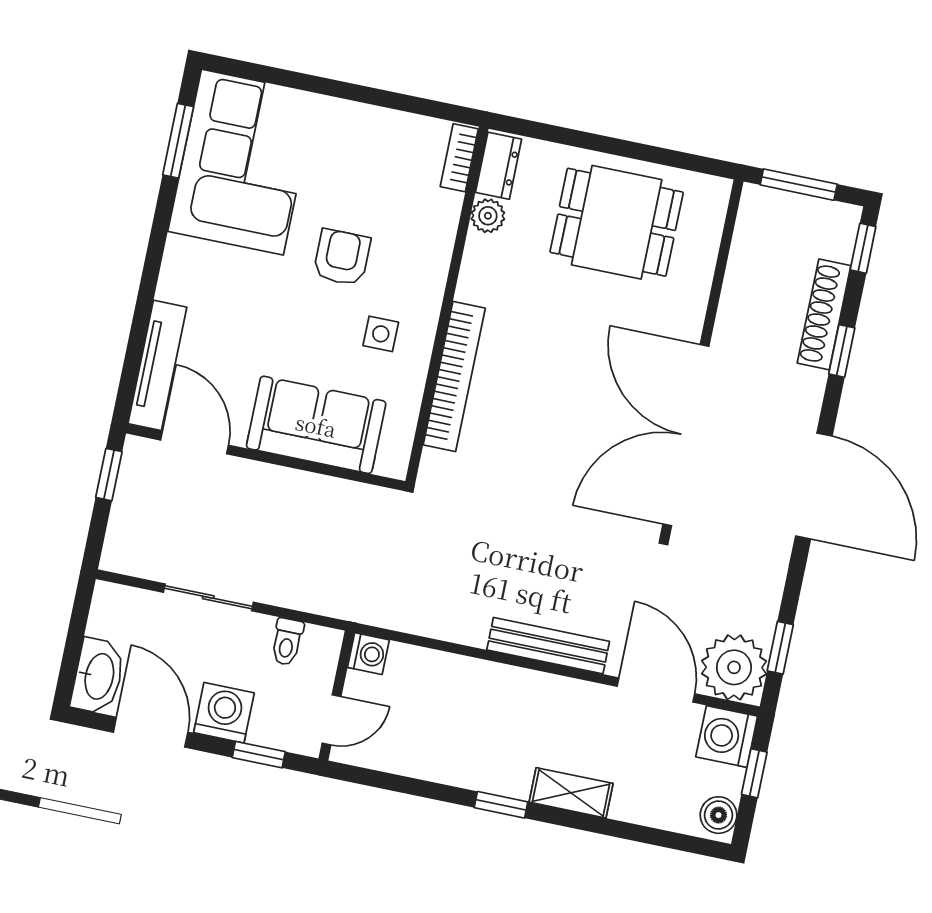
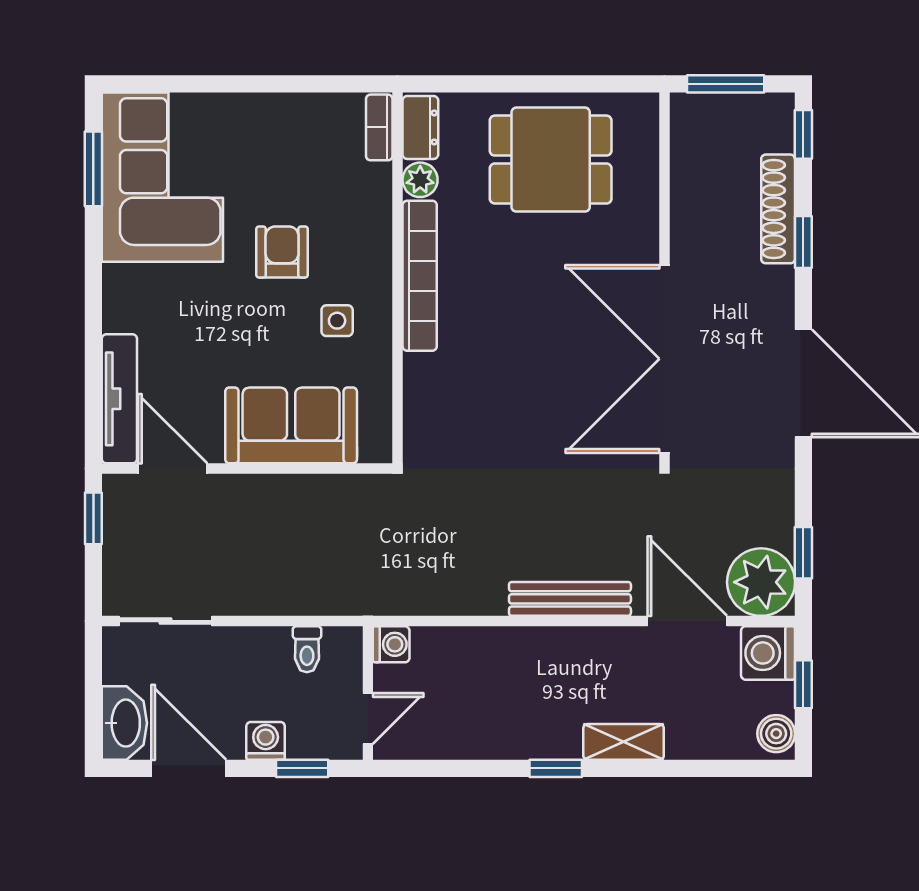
bookcase: (454, 376) -> (420, 276), moved
sliding door: (208, 597) -> (165, 621), moved
washing machine: (224, 713) -> (266, 741), width x0.73, depth x0.73

